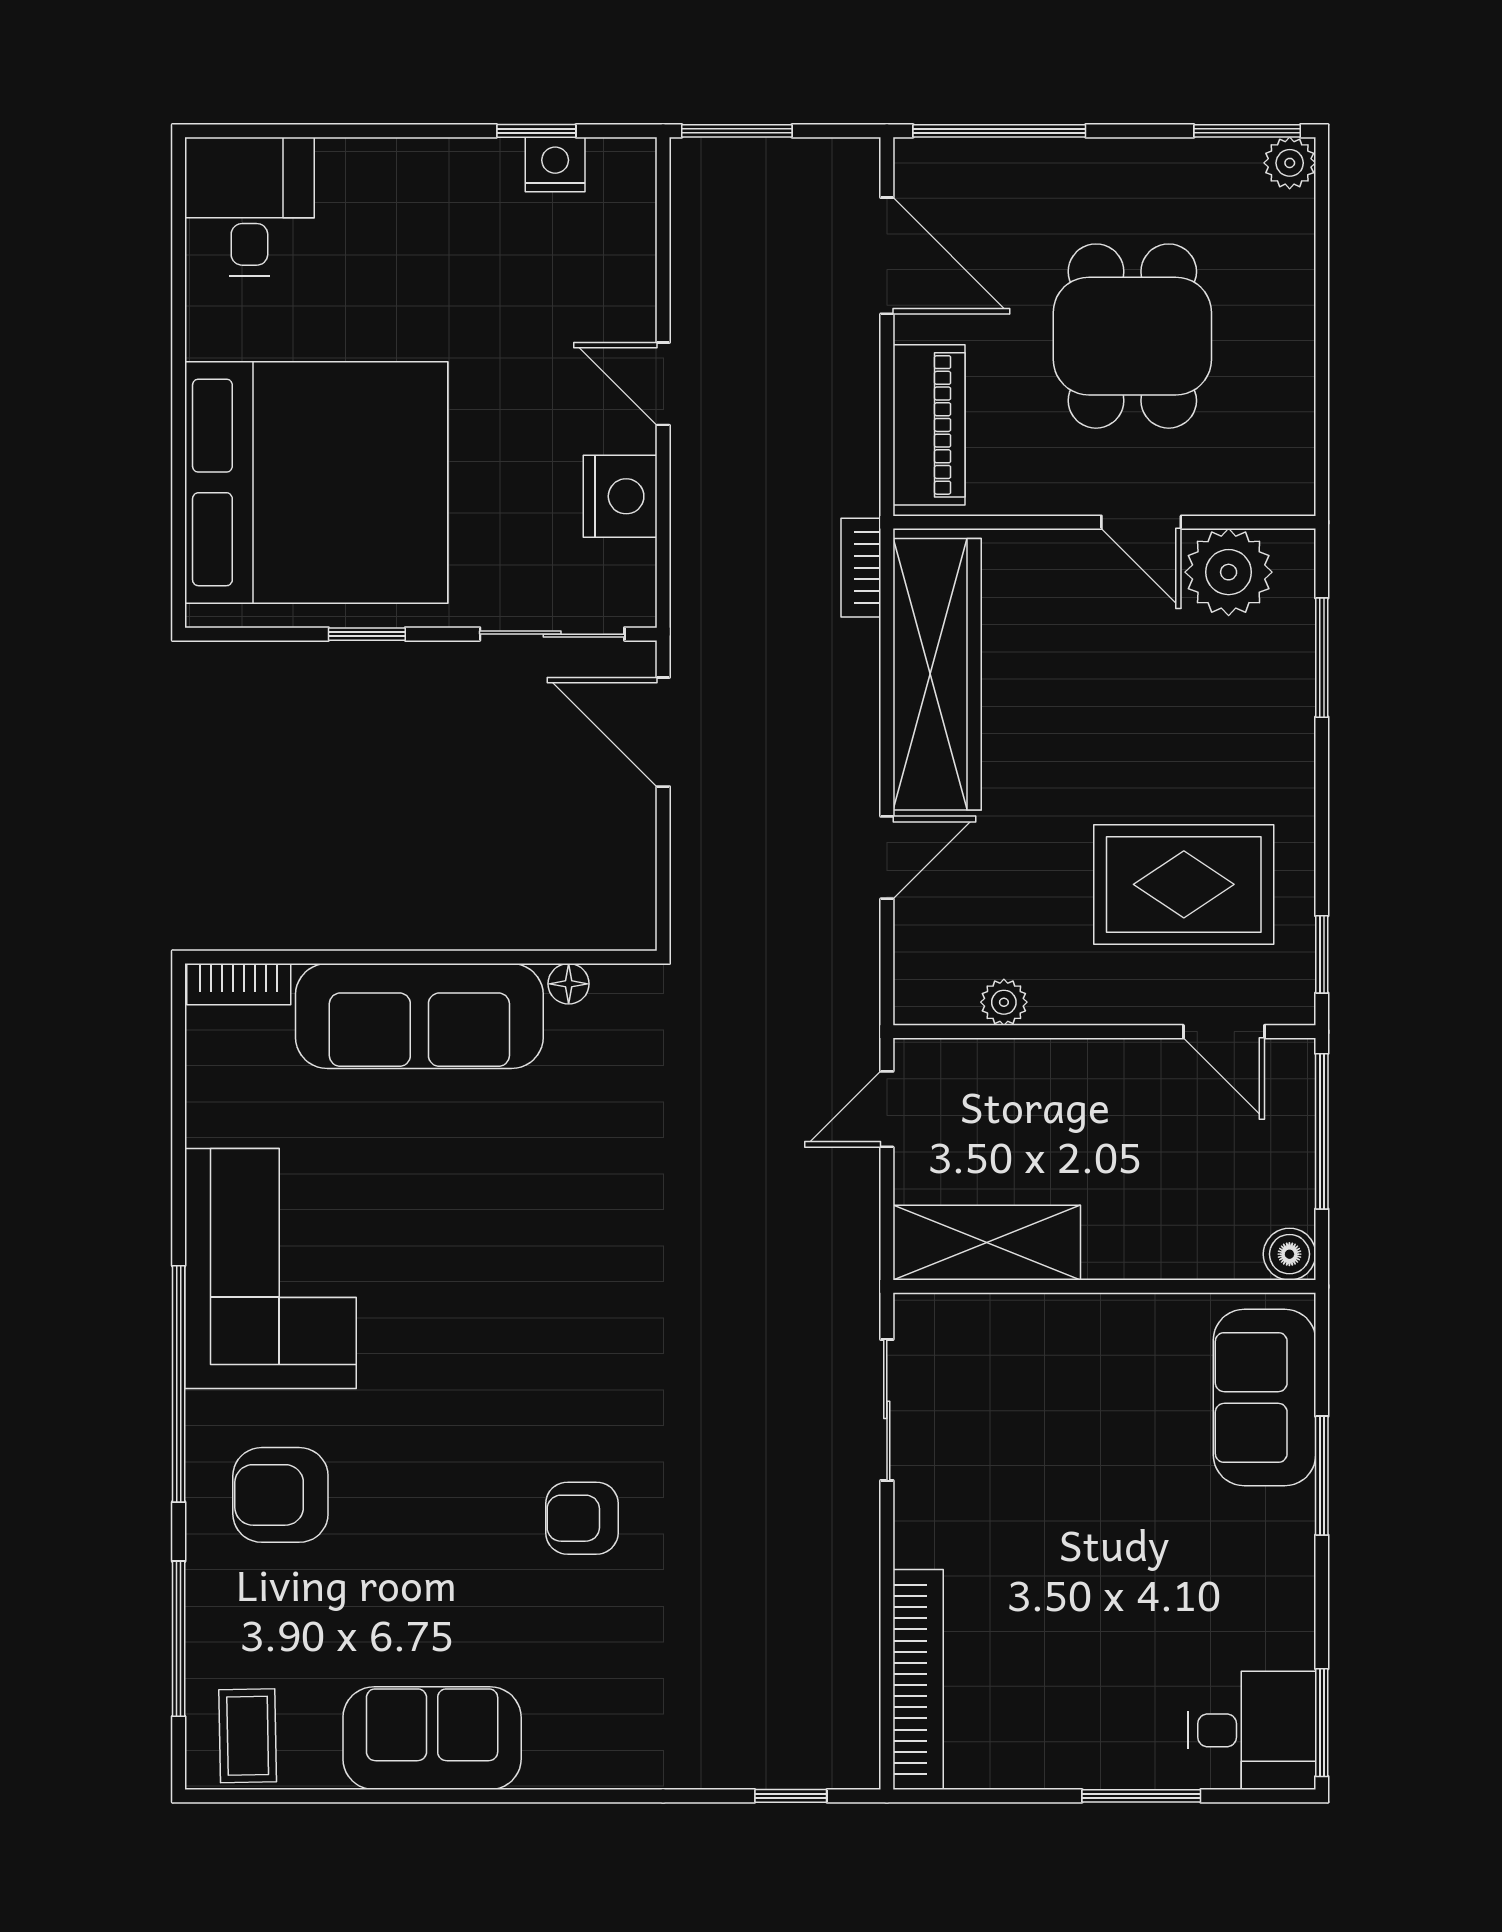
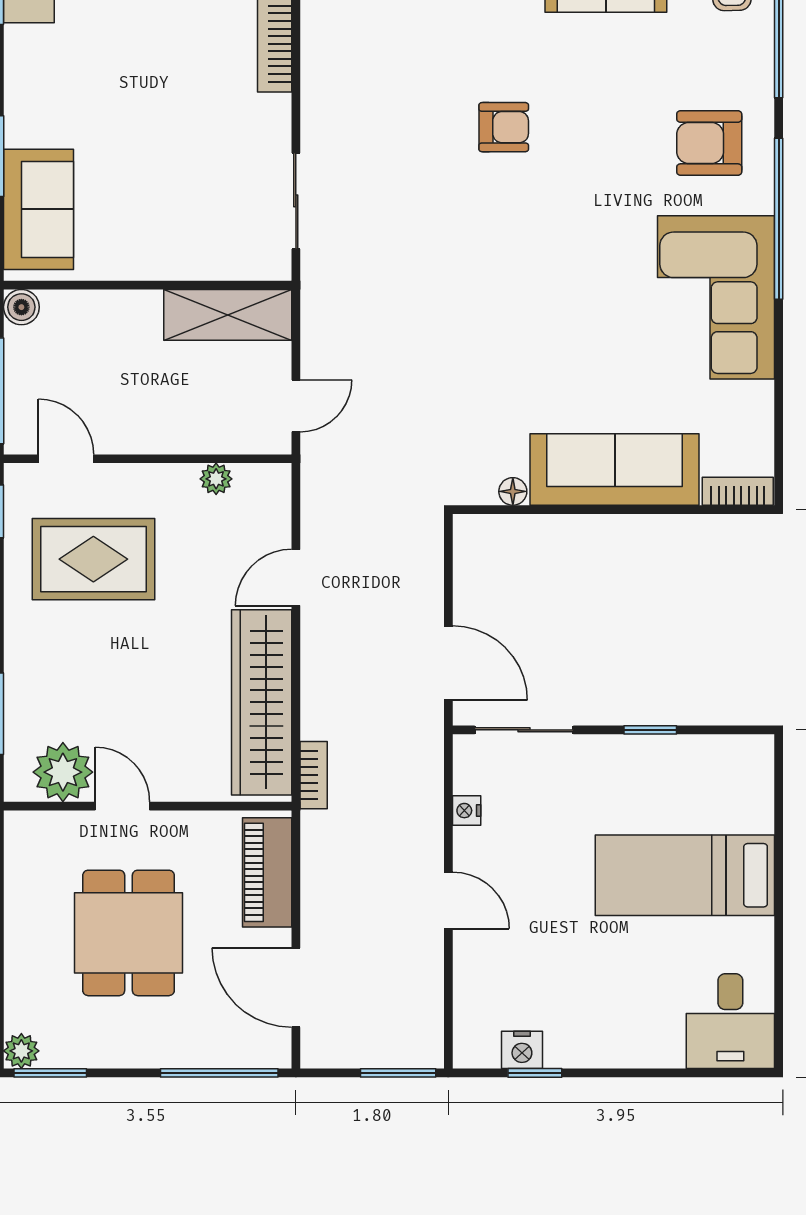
bed: (316, 482) -> (685, 875), width x0.49
nightstand: (620, 496) -> (467, 811), width x0.53, depth x0.56
armchair: (280, 1495) -> (709, 143), turned 180

